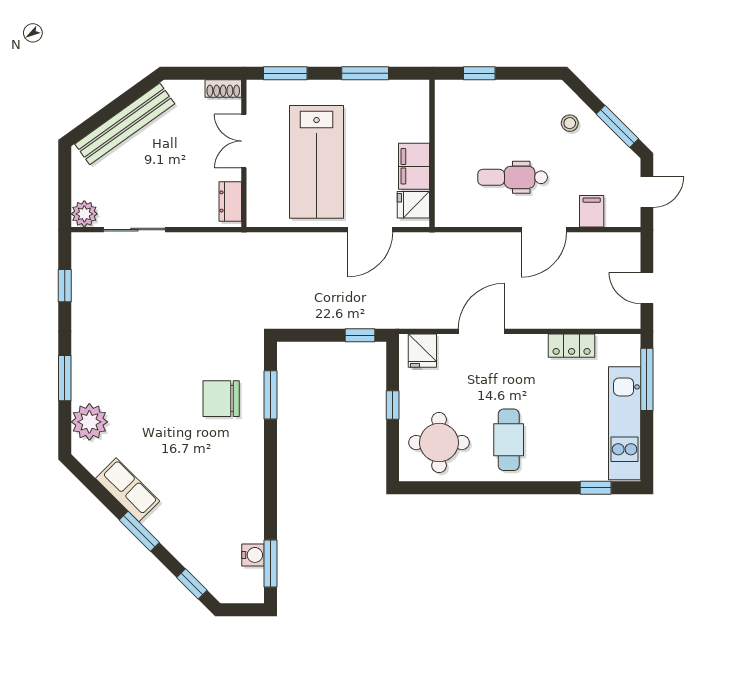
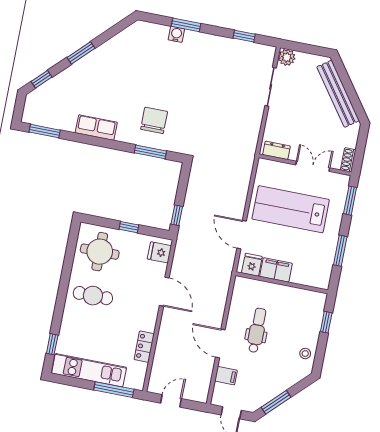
stool: (570, 123) -> (305, 354), moved
plant: (89, 422) -> (156, 35), removed
row of seats: (128, 490) -> (96, 128), moved, turned -135
water cooler: (253, 555) -> (176, 34), moved, turned 180

